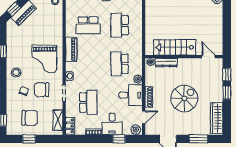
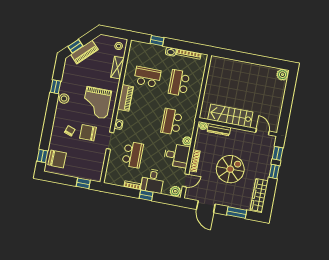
school desk: (88, 25) -> (147, 77), turned 180
stool: (16, 73) -> (64, 99), moved
chair: (30, 118) -> (57, 159), moved
shelving: (58, 120) -> (117, 68), moved
locker: (70, 126) -> (110, 175), removed
window: (29, 139) -> (83, 183), moved
window: (119, 139) -> (146, 195), moved

